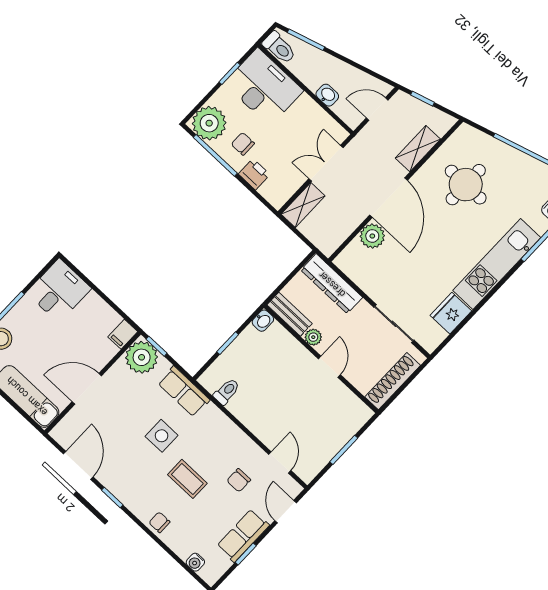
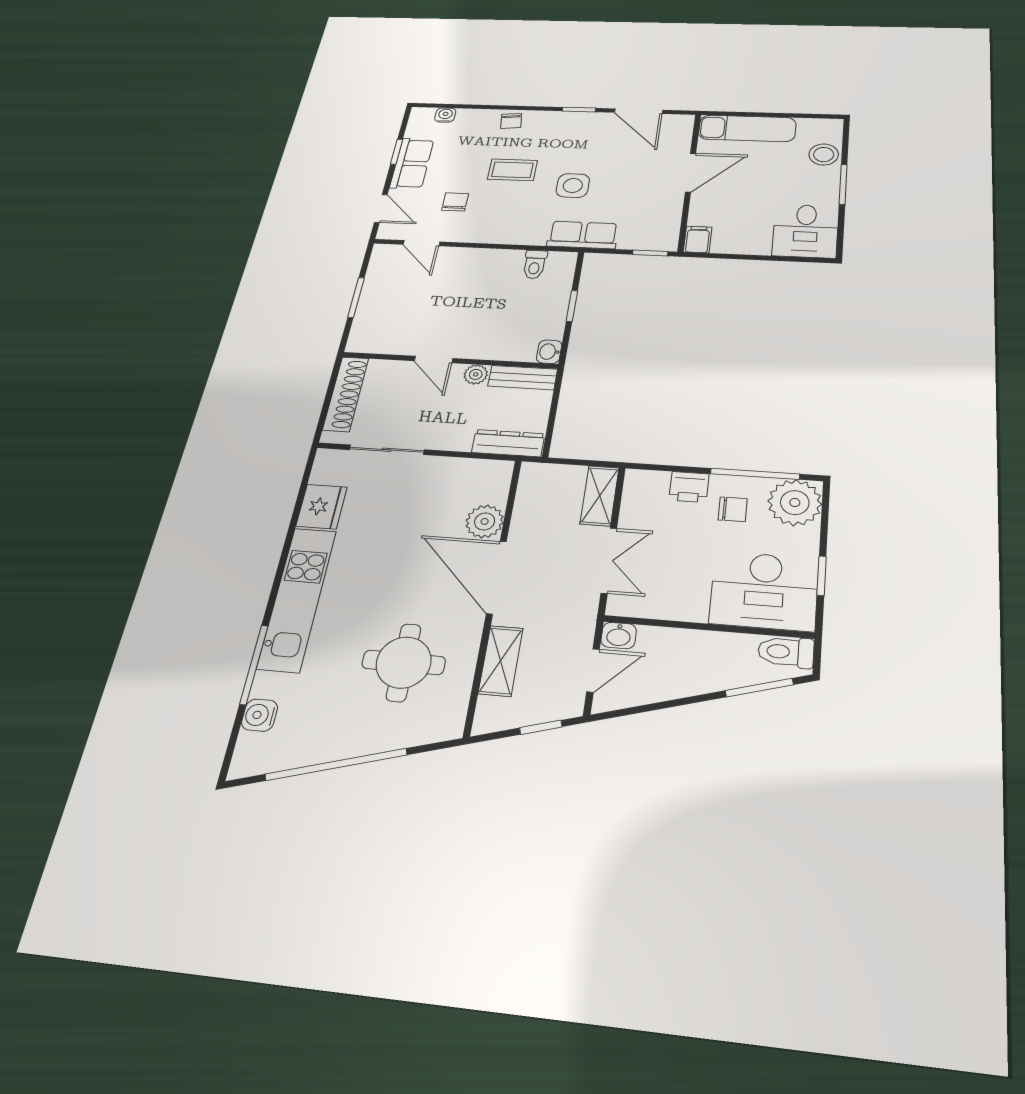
washbasin: (327, 95) -> (619, 635), moved
dresser: (332, 284) -> (508, 443), width x0.73, depth x0.80
plant: (142, 357) -> (657, 234), removed
chair: (159, 522) -> (511, 121), turned 84

